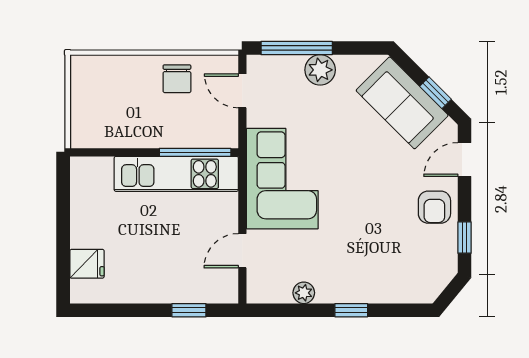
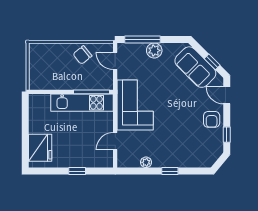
chair: (177, 79) -> (82, 55), turned 51
door: (465, 160) -> (227, 95), hinge flipped
fridge: (87, 264) -> (40, 148), width x1.88, depth x1.34
window: (189, 310) -> (77, 171), moved

